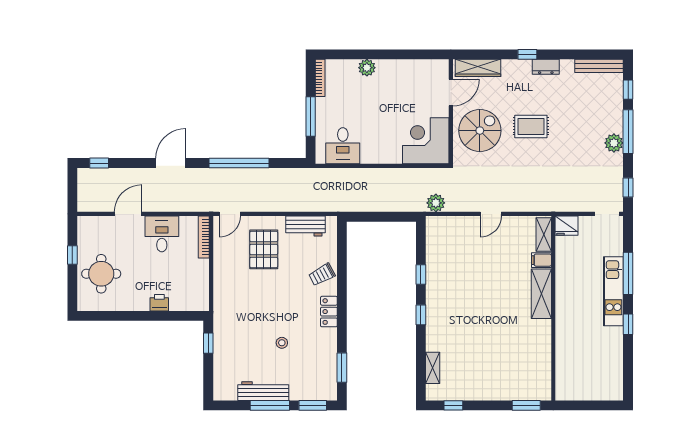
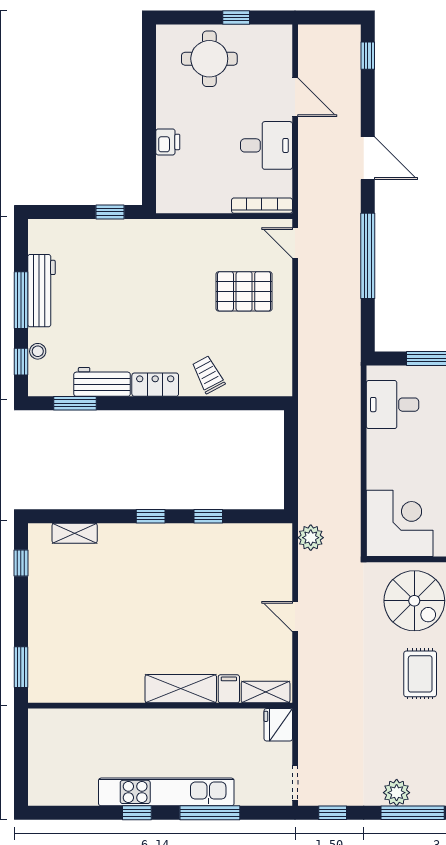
workbench: (305, 226) -> (102, 382), moved, turned 90
kitchen unit: (613, 291) -> (166, 792), width x1.36
stool: (282, 343) -> (38, 351), moved
window: (313, 405) -> (21, 362), width x0.67

